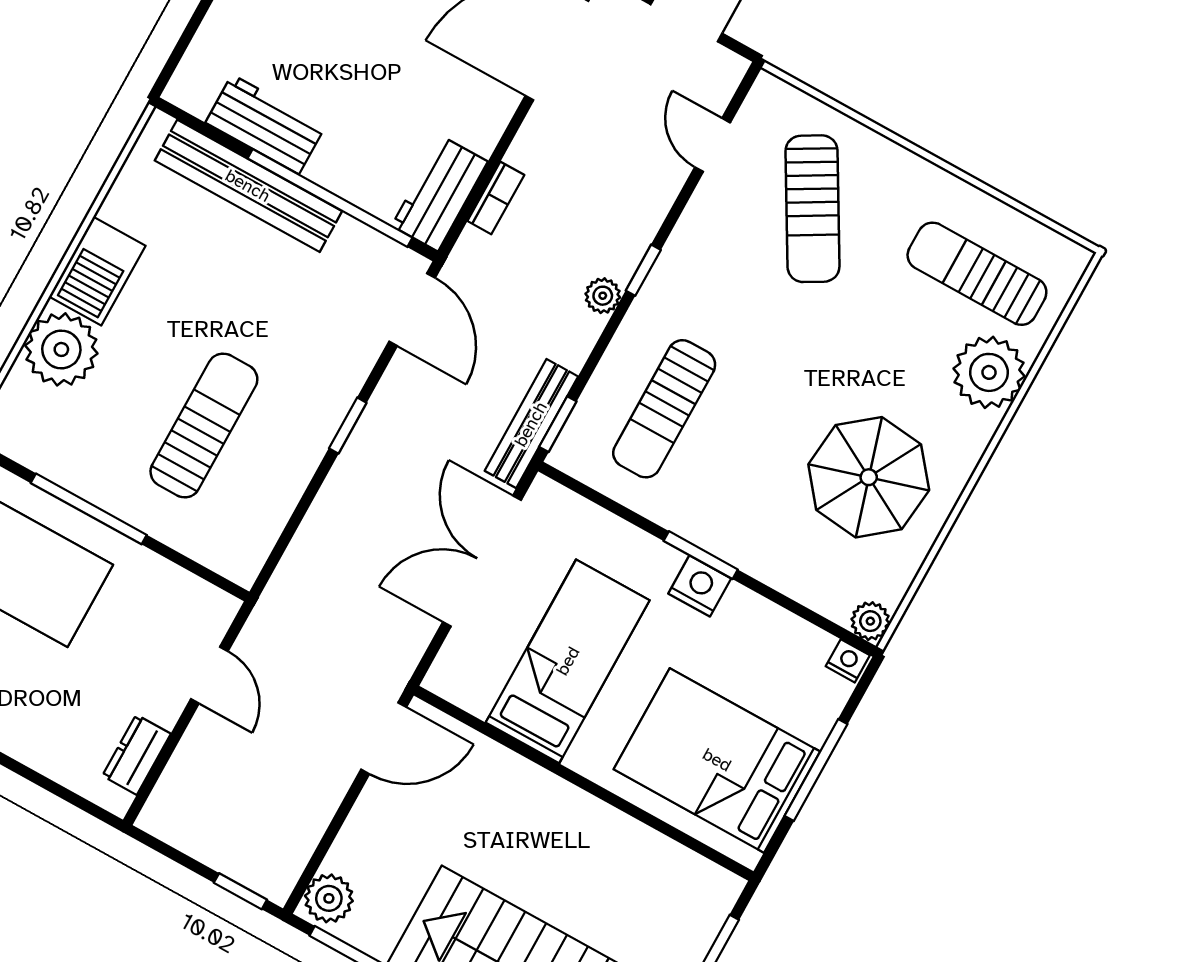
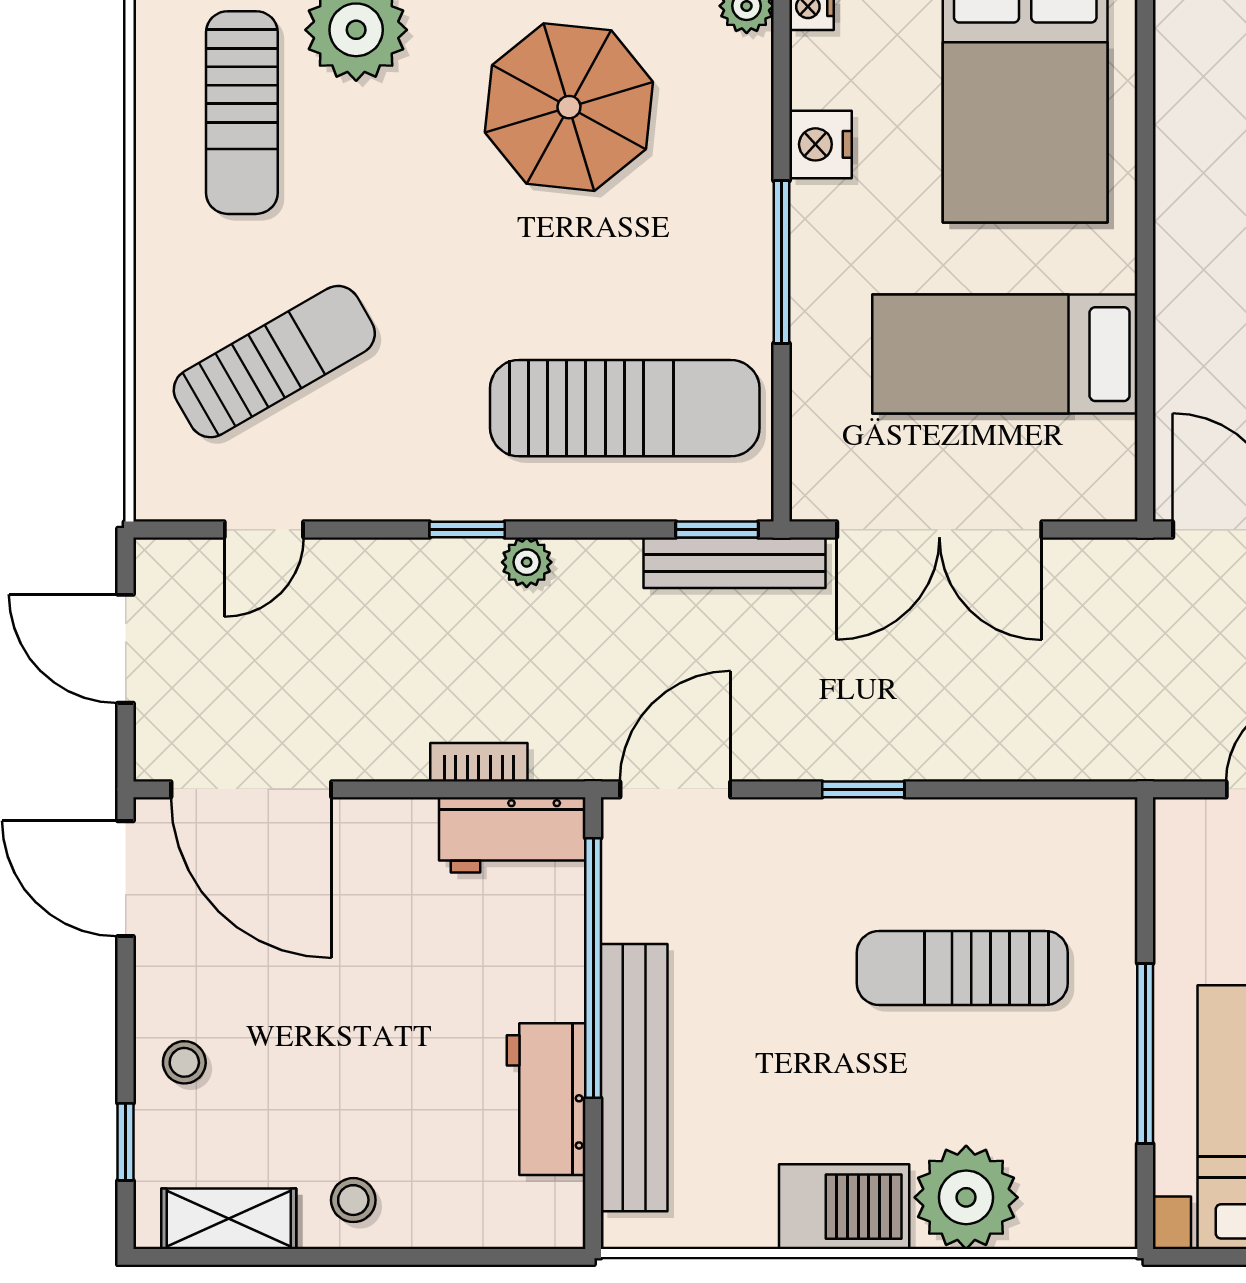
sun lounger: (664, 409) -> (625, 408), width x1.36, depth x1.34
window: (701, 555) -> (781, 262), width x1.44
nightstand: (700, 586) -> (820, 144), moved

